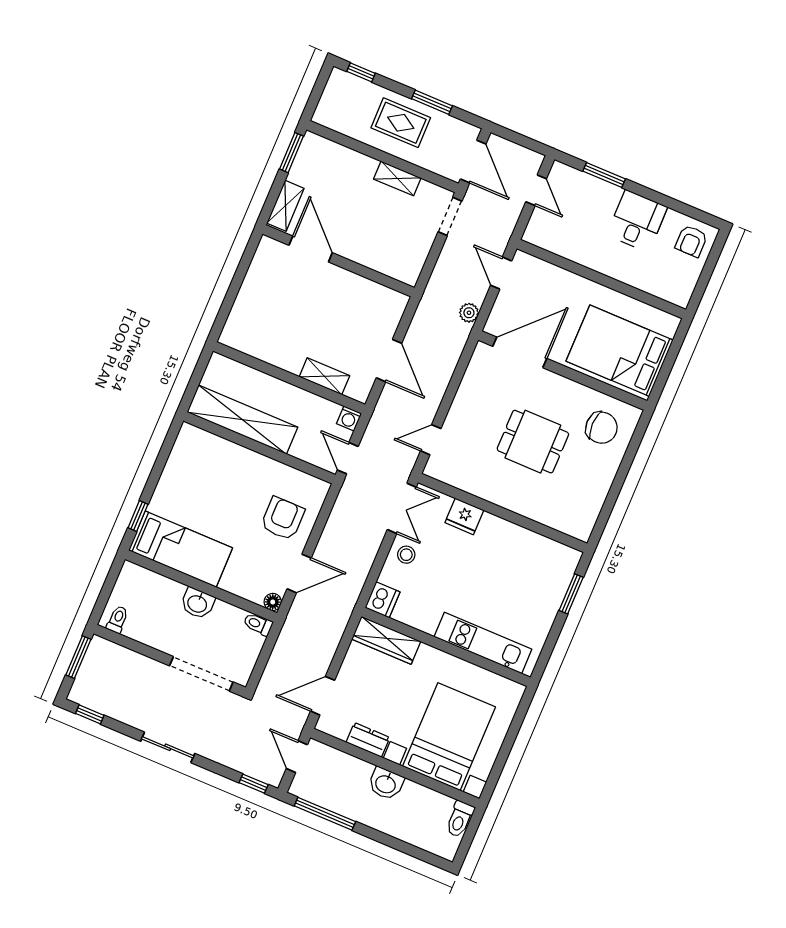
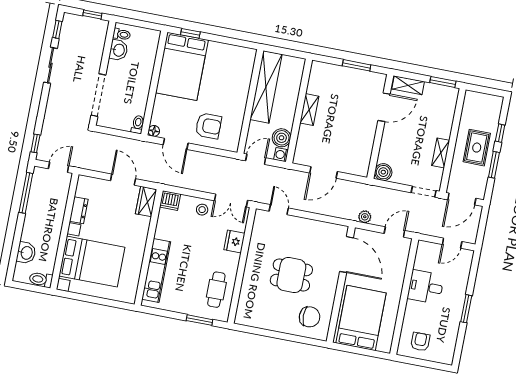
window: (361, 72) -> (500, 133), moved
window: (604, 175) -> (466, 309), moved
desk: (637, 221) -> (426, 287), moved, turned 180
armchair: (691, 241) -> (420, 342), moved, turned 90
boiler: (408, 271) -> (383, 172), added
window: (239, 277) -> (357, 65), added
shelving: (324, 376) -> (309, 110), moved
boiler: (324, 413) -> (282, 138), added
chair: (602, 428) -> (310, 317), turned -90
dining table: (533, 442) -> (291, 275), turned 90
bed: (181, 549) -> (182, 66), width x1.50
cafe table: (531, 559) -> (216, 290), added
washbasin: (197, 603) -> (118, 50), moved, turned 180
wardrobe: (386, 640) -> (146, 202), width x0.67
window: (78, 657) -> (92, 14), width x0.67
door: (323, 696) -> (123, 180), moved
sliding door: (168, 747) -> (50, 65), moved
washbasin: (386, 784) -> (26, 253), moved, turned 180

